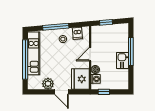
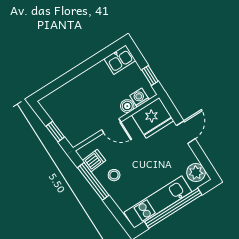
window: (56, 27) -> (93, 181), moved
window: (131, 51) -> (73, 74), removed
kitchen sink: (123, 60) -> (120, 60), moved
plant: (48, 84) -> (196, 173), moved

